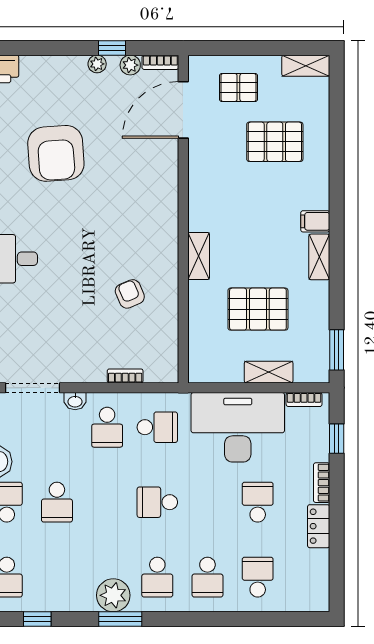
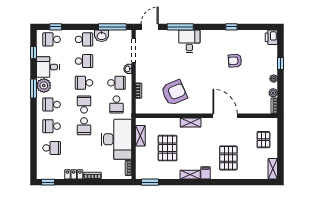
window: (112, 48) -> (281, 64), moved
door: (183, 110) -> (225, 116), moved
pallet: (275, 142) -> (228, 158), moved
armchair: (56, 153) -> (235, 61), width x0.53, depth x0.53
armchair: (130, 294) -> (174, 93), width x1.88, depth x1.88
shelving: (269, 372) -> (140, 136), moved
school desk: (107, 427) -> (116, 83), turned 180
window: (337, 439) -> (48, 182), moved
school desk: (57, 502) -> (84, 61), turned 180
school desk: (107, 502) -> (84, 83), added
school desk: (258, 502) -> (84, 126), moved, turned 90
desk: (71, 586) -> (48, 67), added

